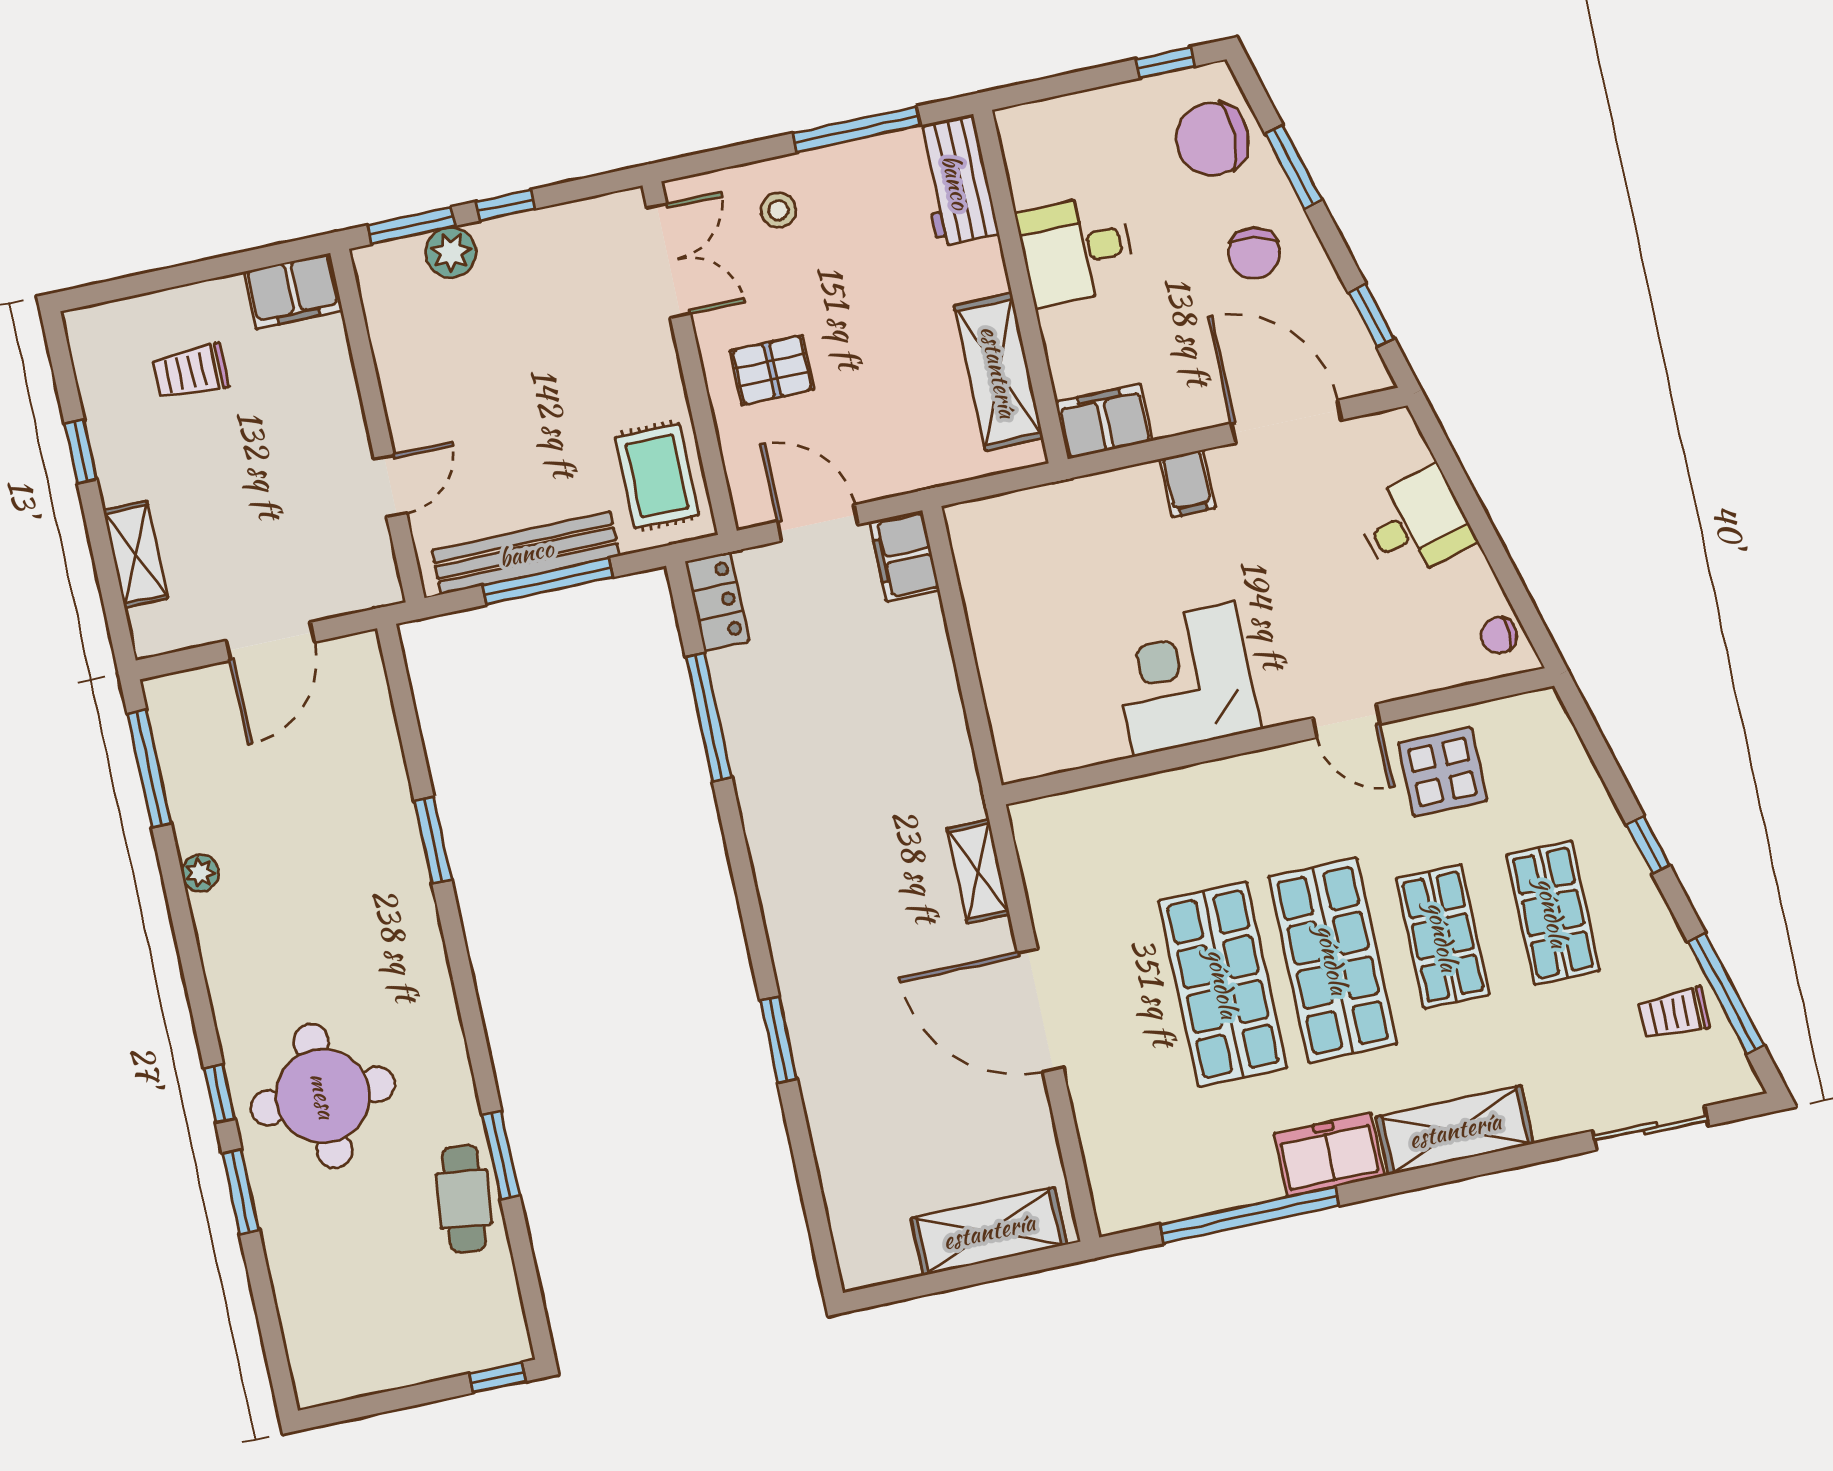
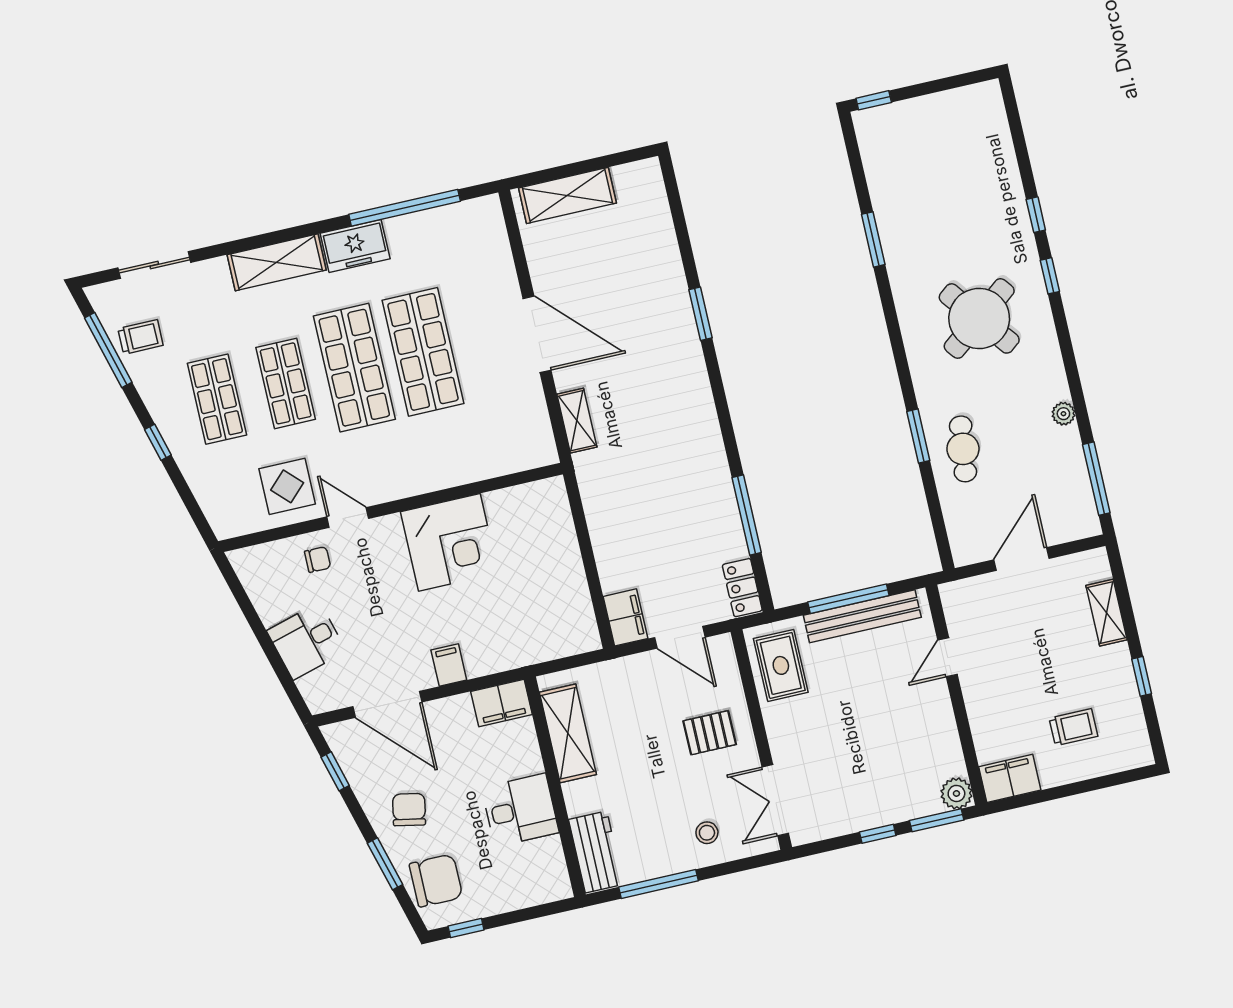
plant: (451, 253) -> (956, 793), moved
chair: (1499, 635) -> (318, 559), moved
round table: (323, 1096) -> (979, 318), moved, turned -38
window: (241, 1191) -> (1036, 215), width x0.67
cafe table: (464, 1199) -> (963, 449), moved

